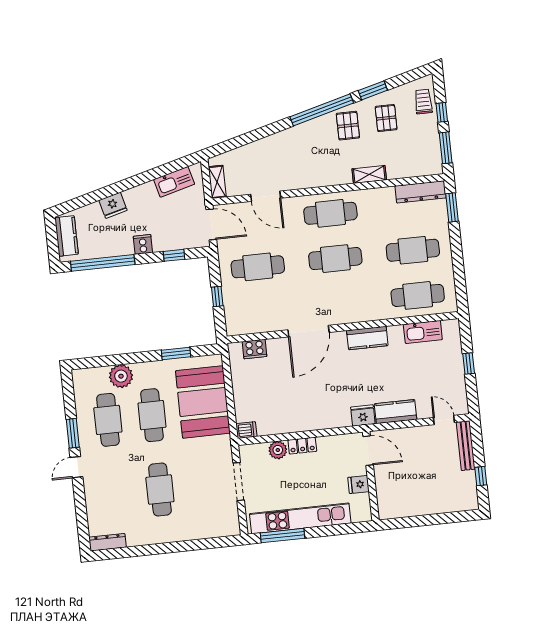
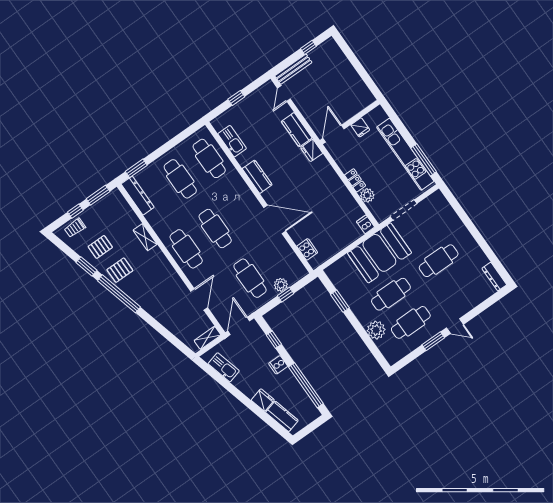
kitchen counter: (66, 236) -> (282, 416), moved, turned 75
plant: (231, 297) -> (281, 285), added
booth: (203, 402) -> (379, 253), moved

